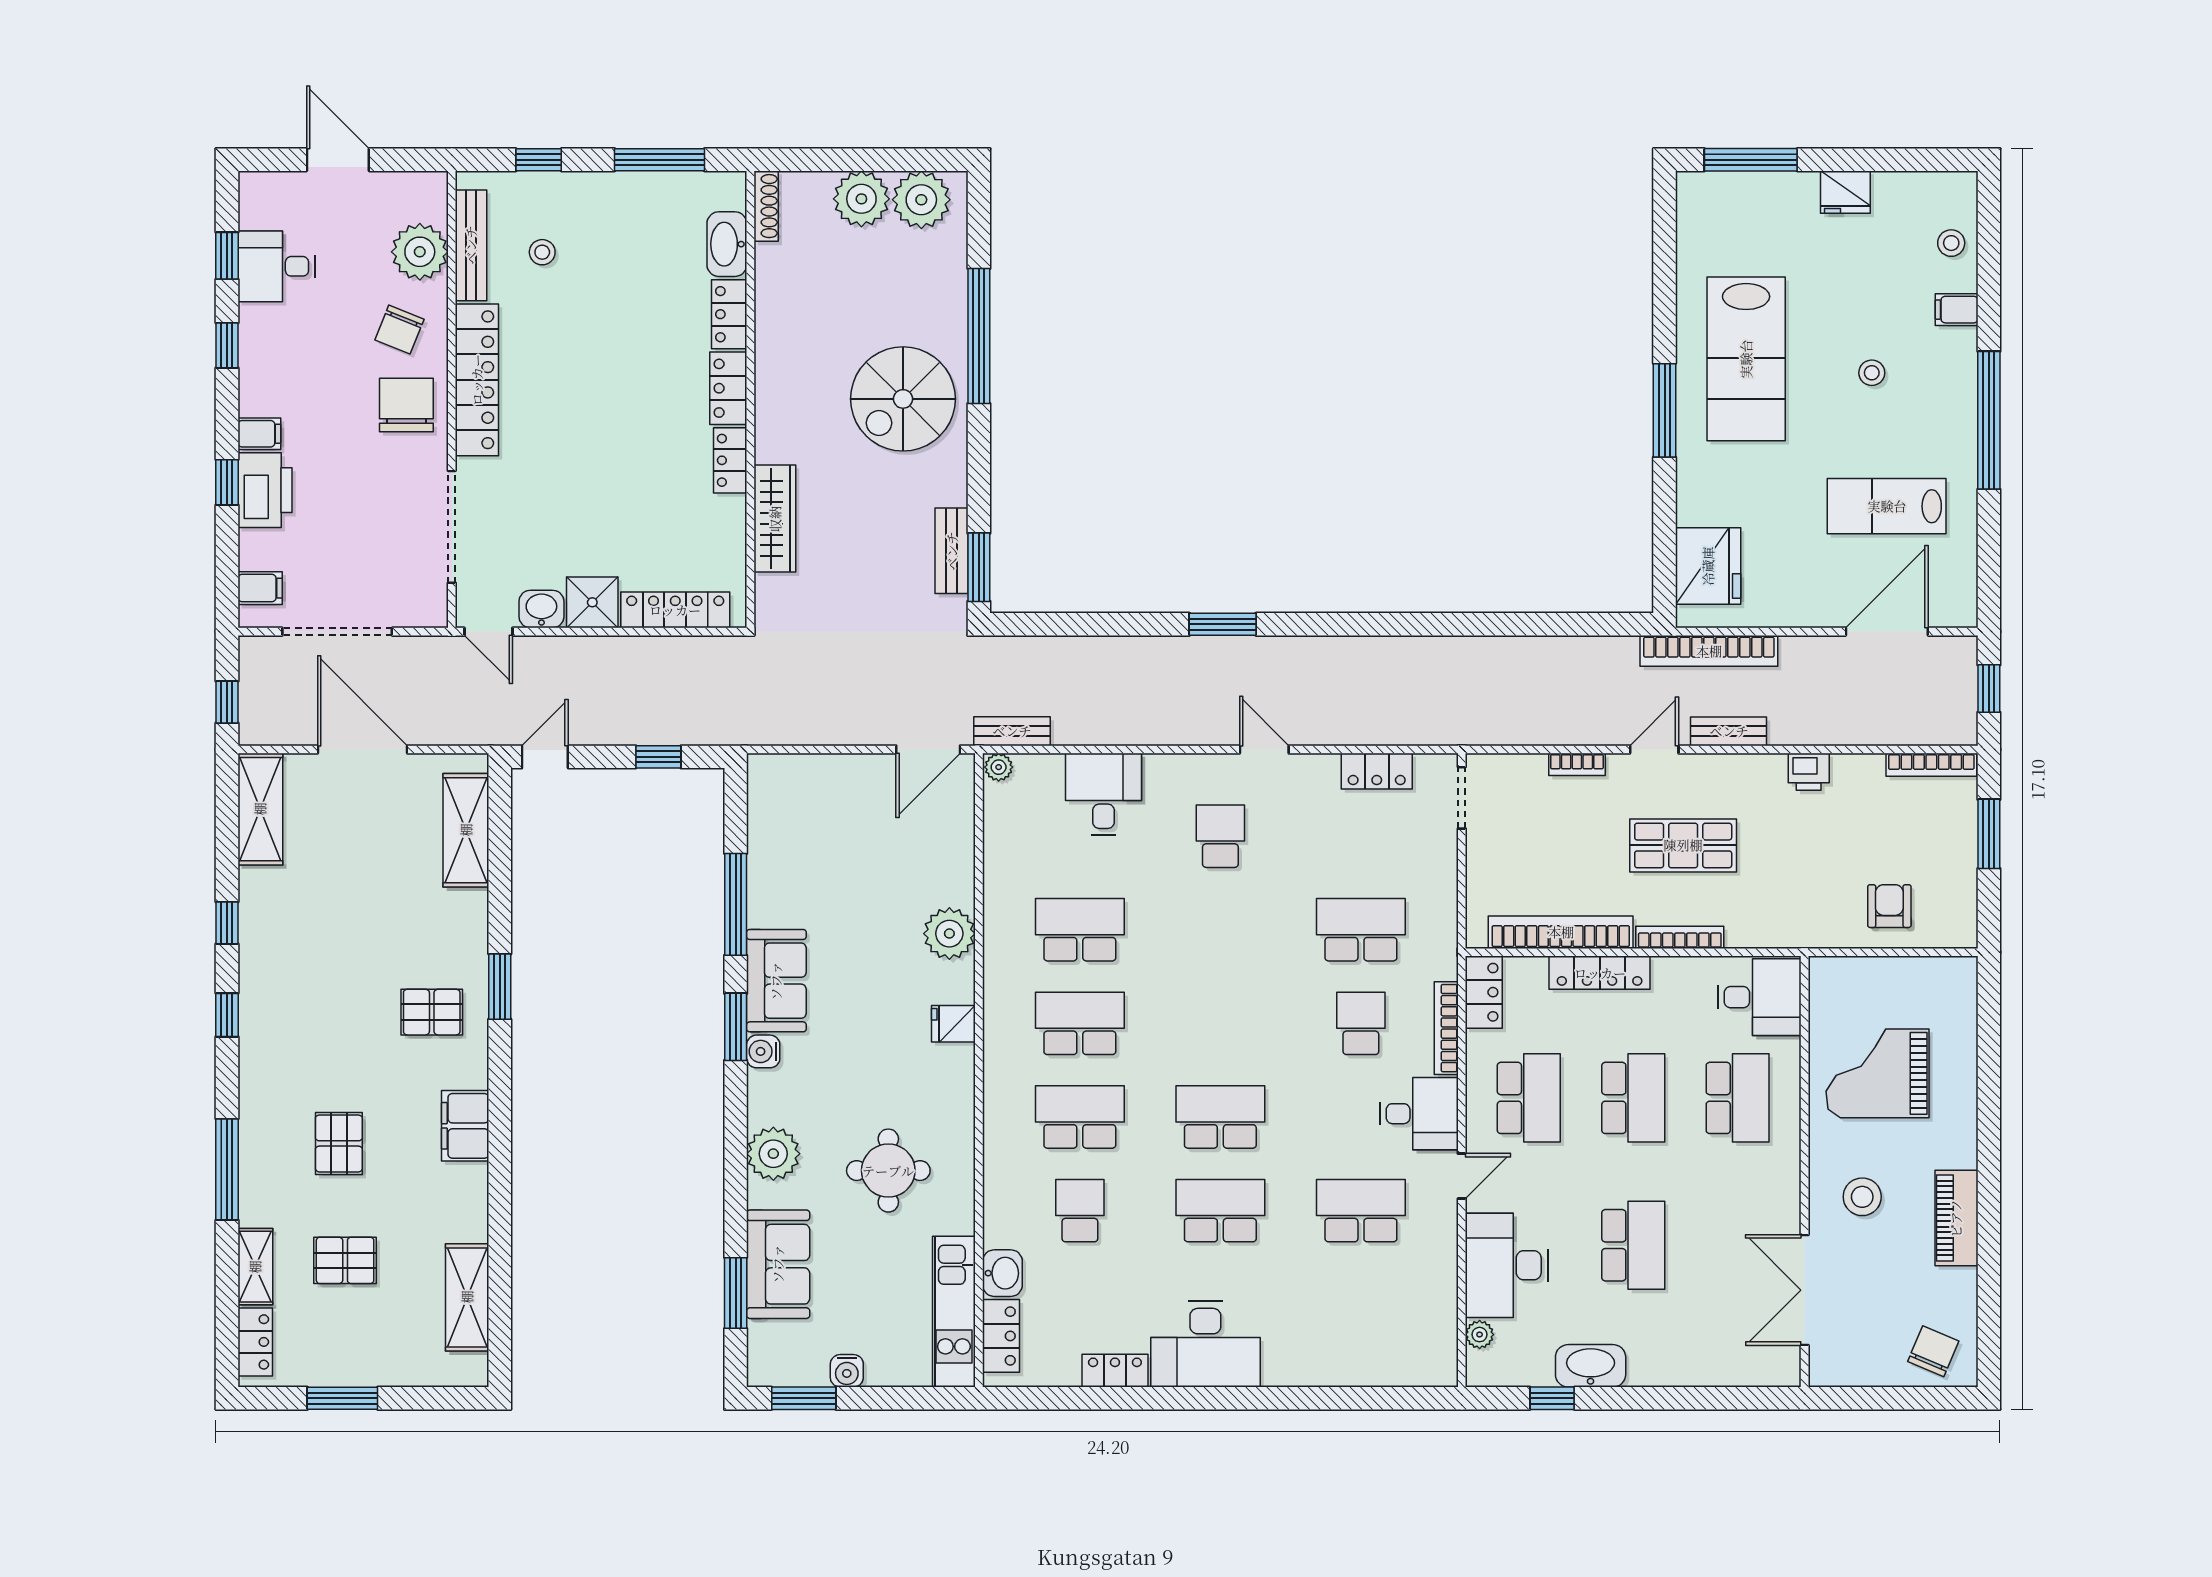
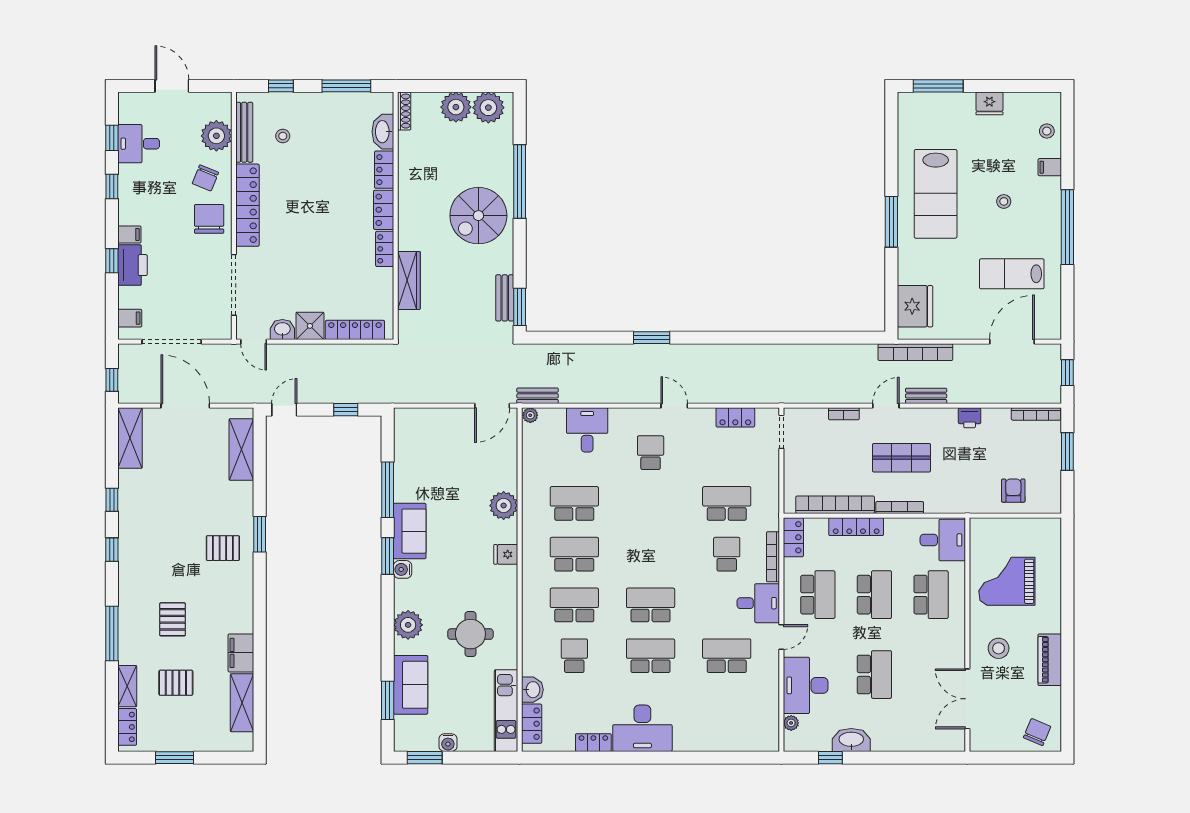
filing cabinet: (465, 1126) -> (241, 653), moved

